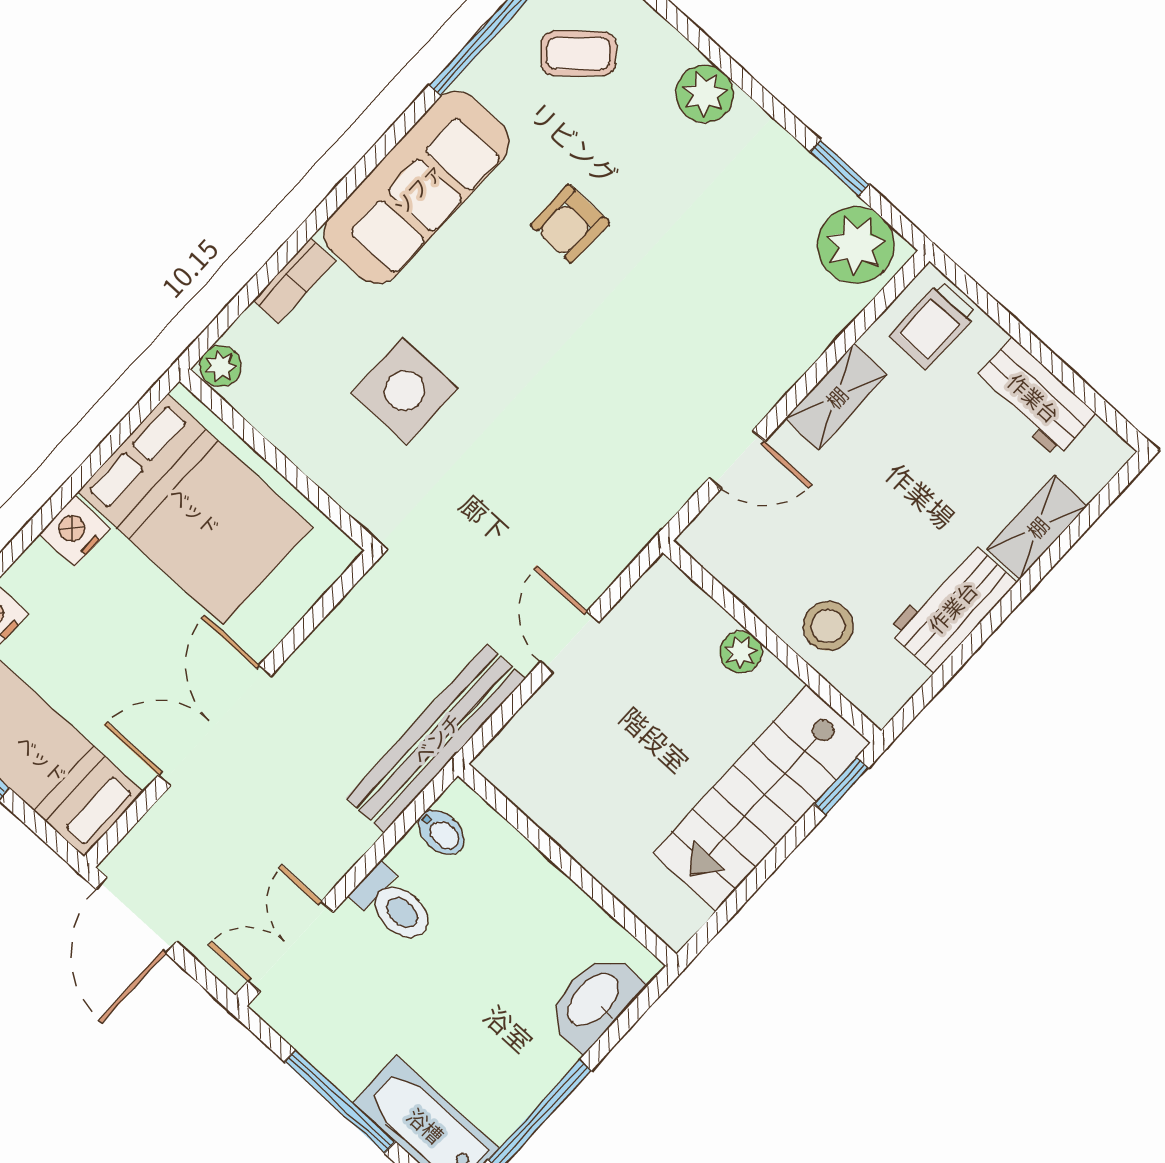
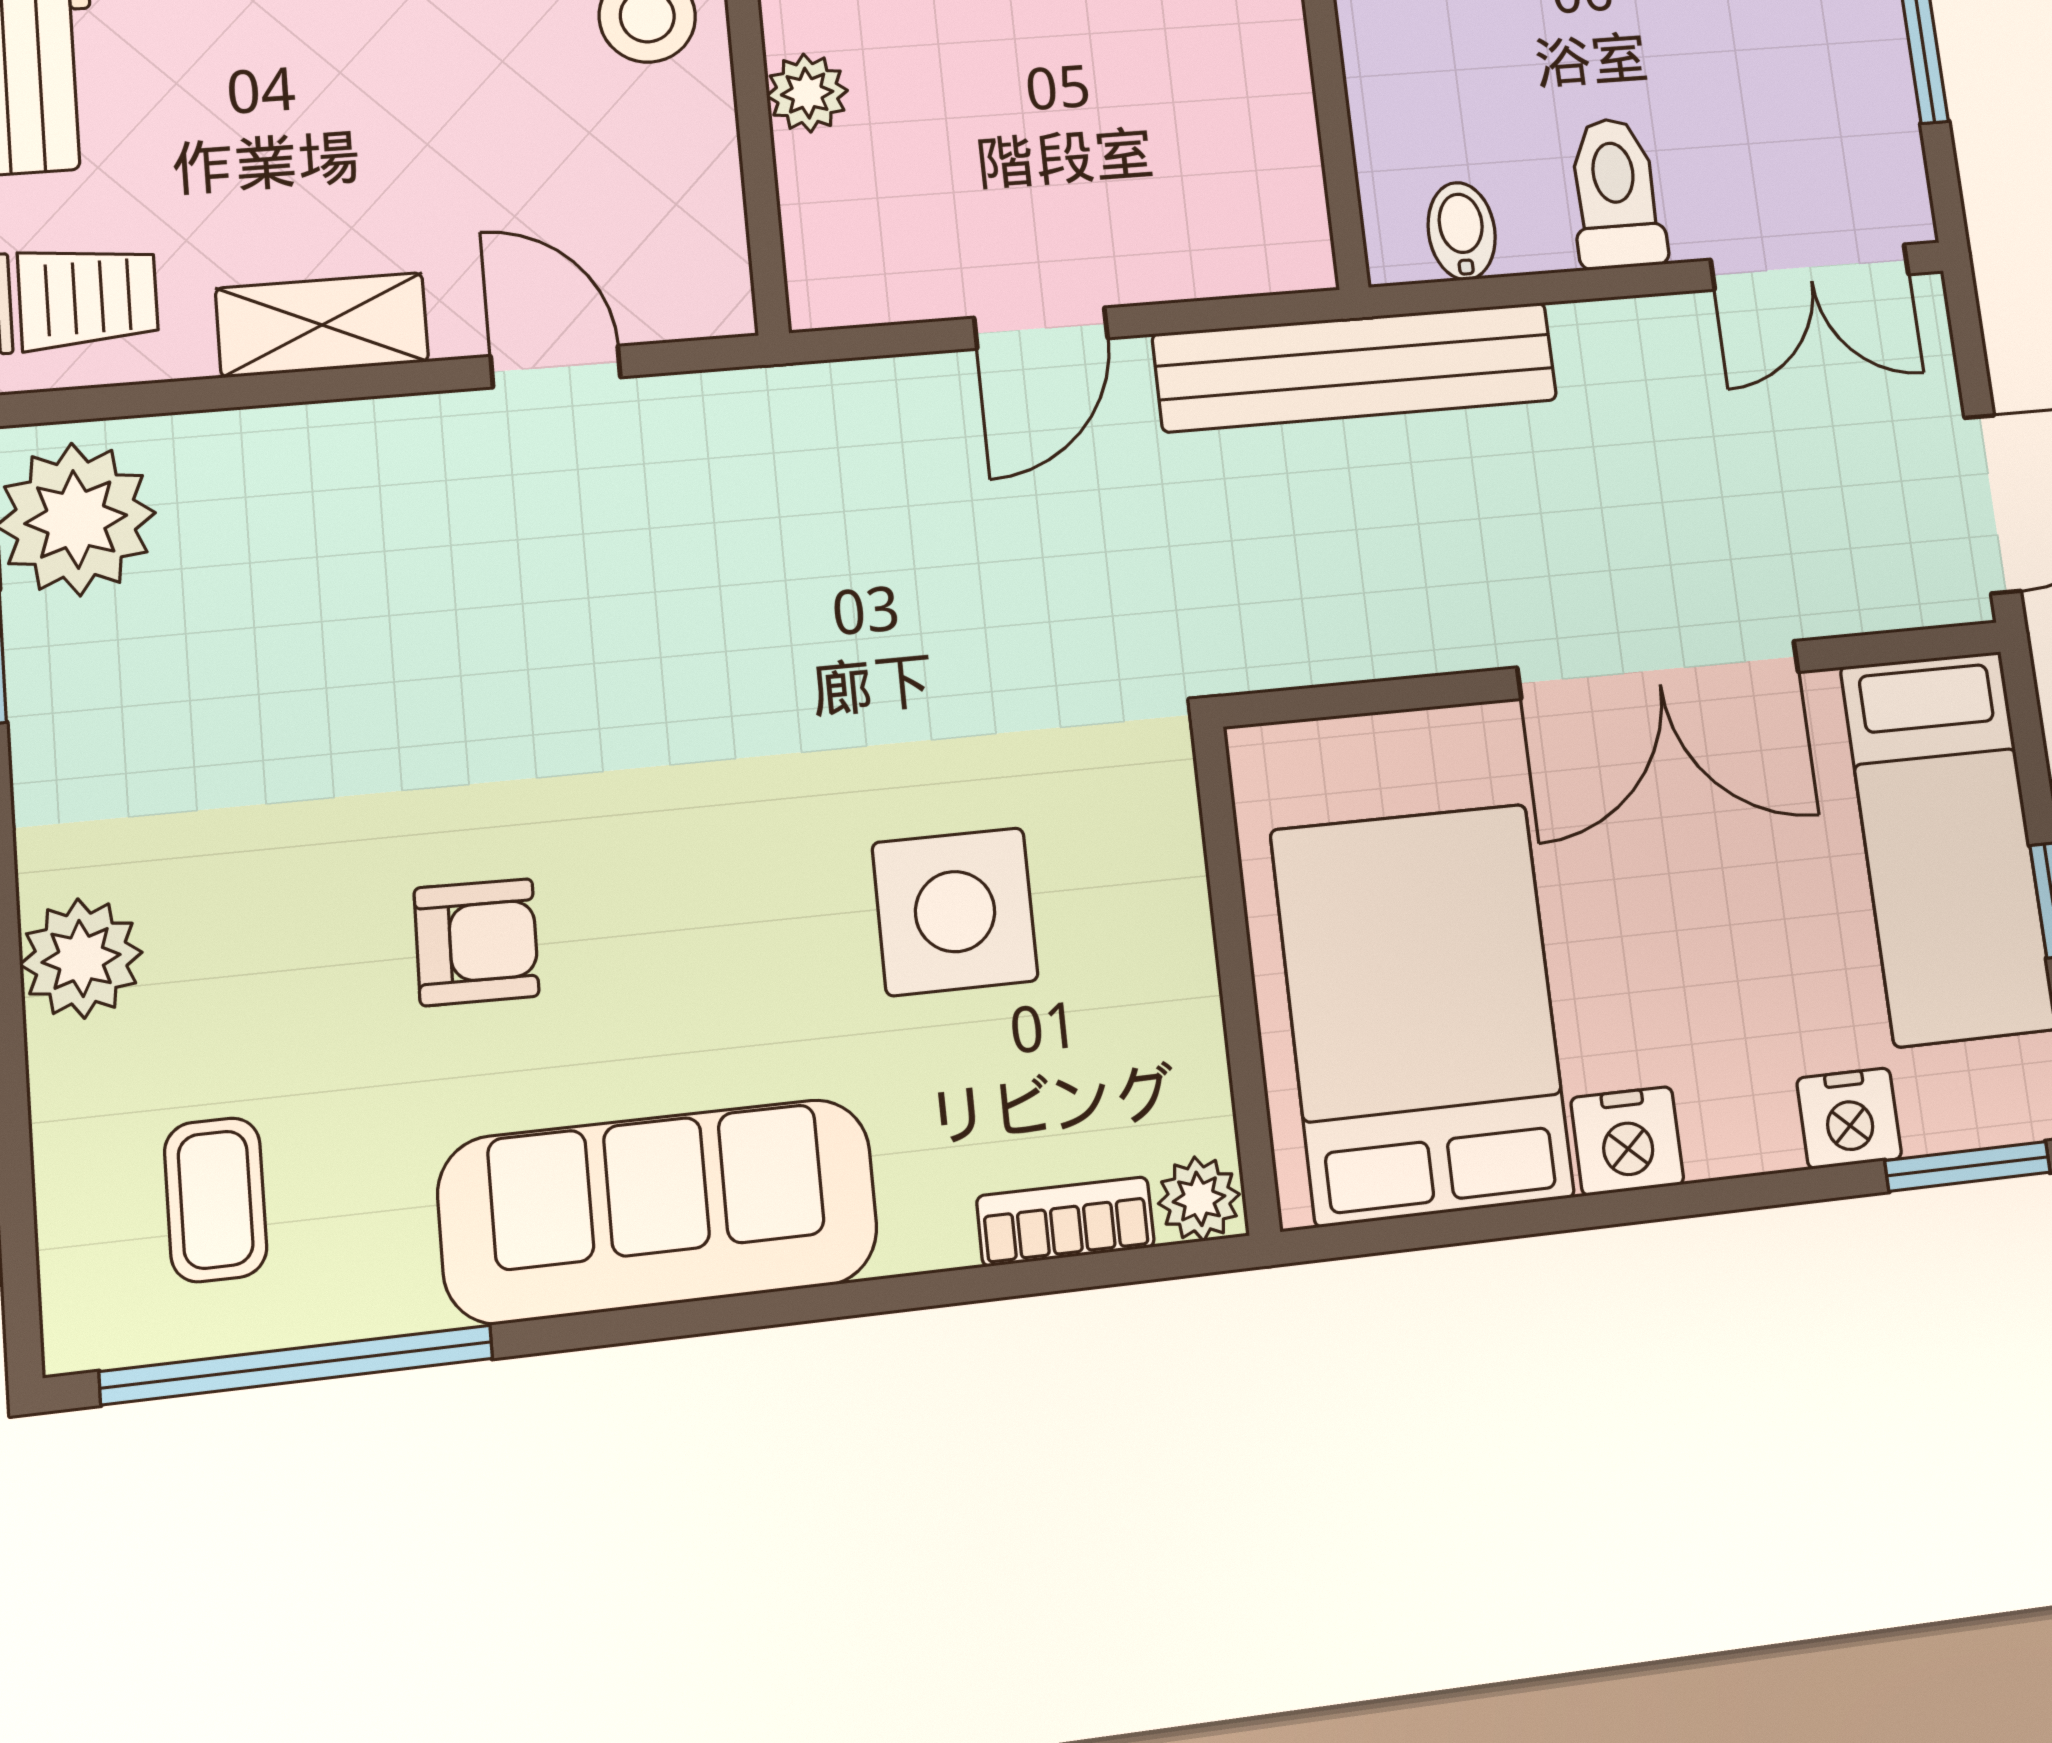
coffee table: (578, 53) -> (216, 1200), turned 42
bookcase: (294, 281) -> (1065, 1222), moved

